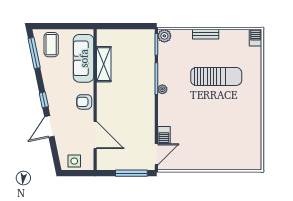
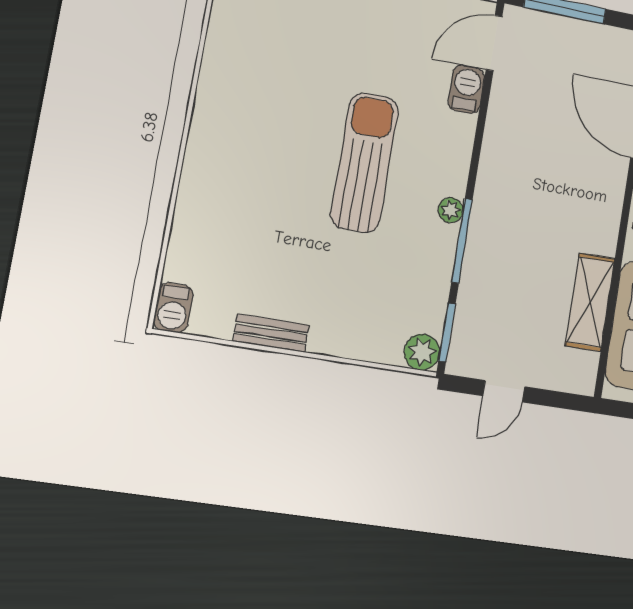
door: (131, 26) -> (504, 391), added
bench: (206, 34) -> (271, 333), moved
sun lounger: (216, 76) -> (364, 163), moved, turned 90

